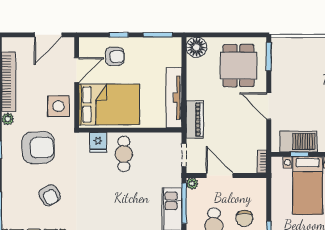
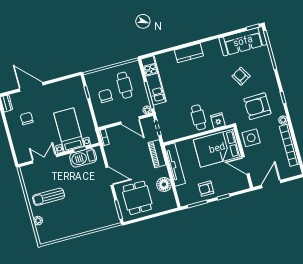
floor lamp: (197, 47) -> (164, 184), moved
armchair: (115, 57) -> (206, 189), moved
door: (77, 70) -> (246, 165), hinge flipped

